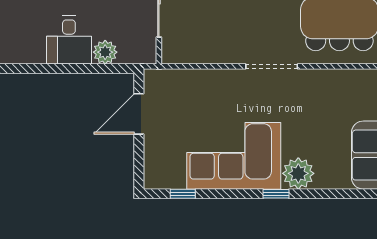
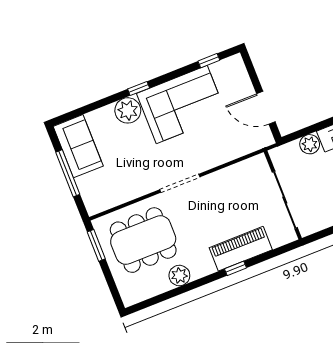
door: (139, 114) -> (266, 108), swing flipped

